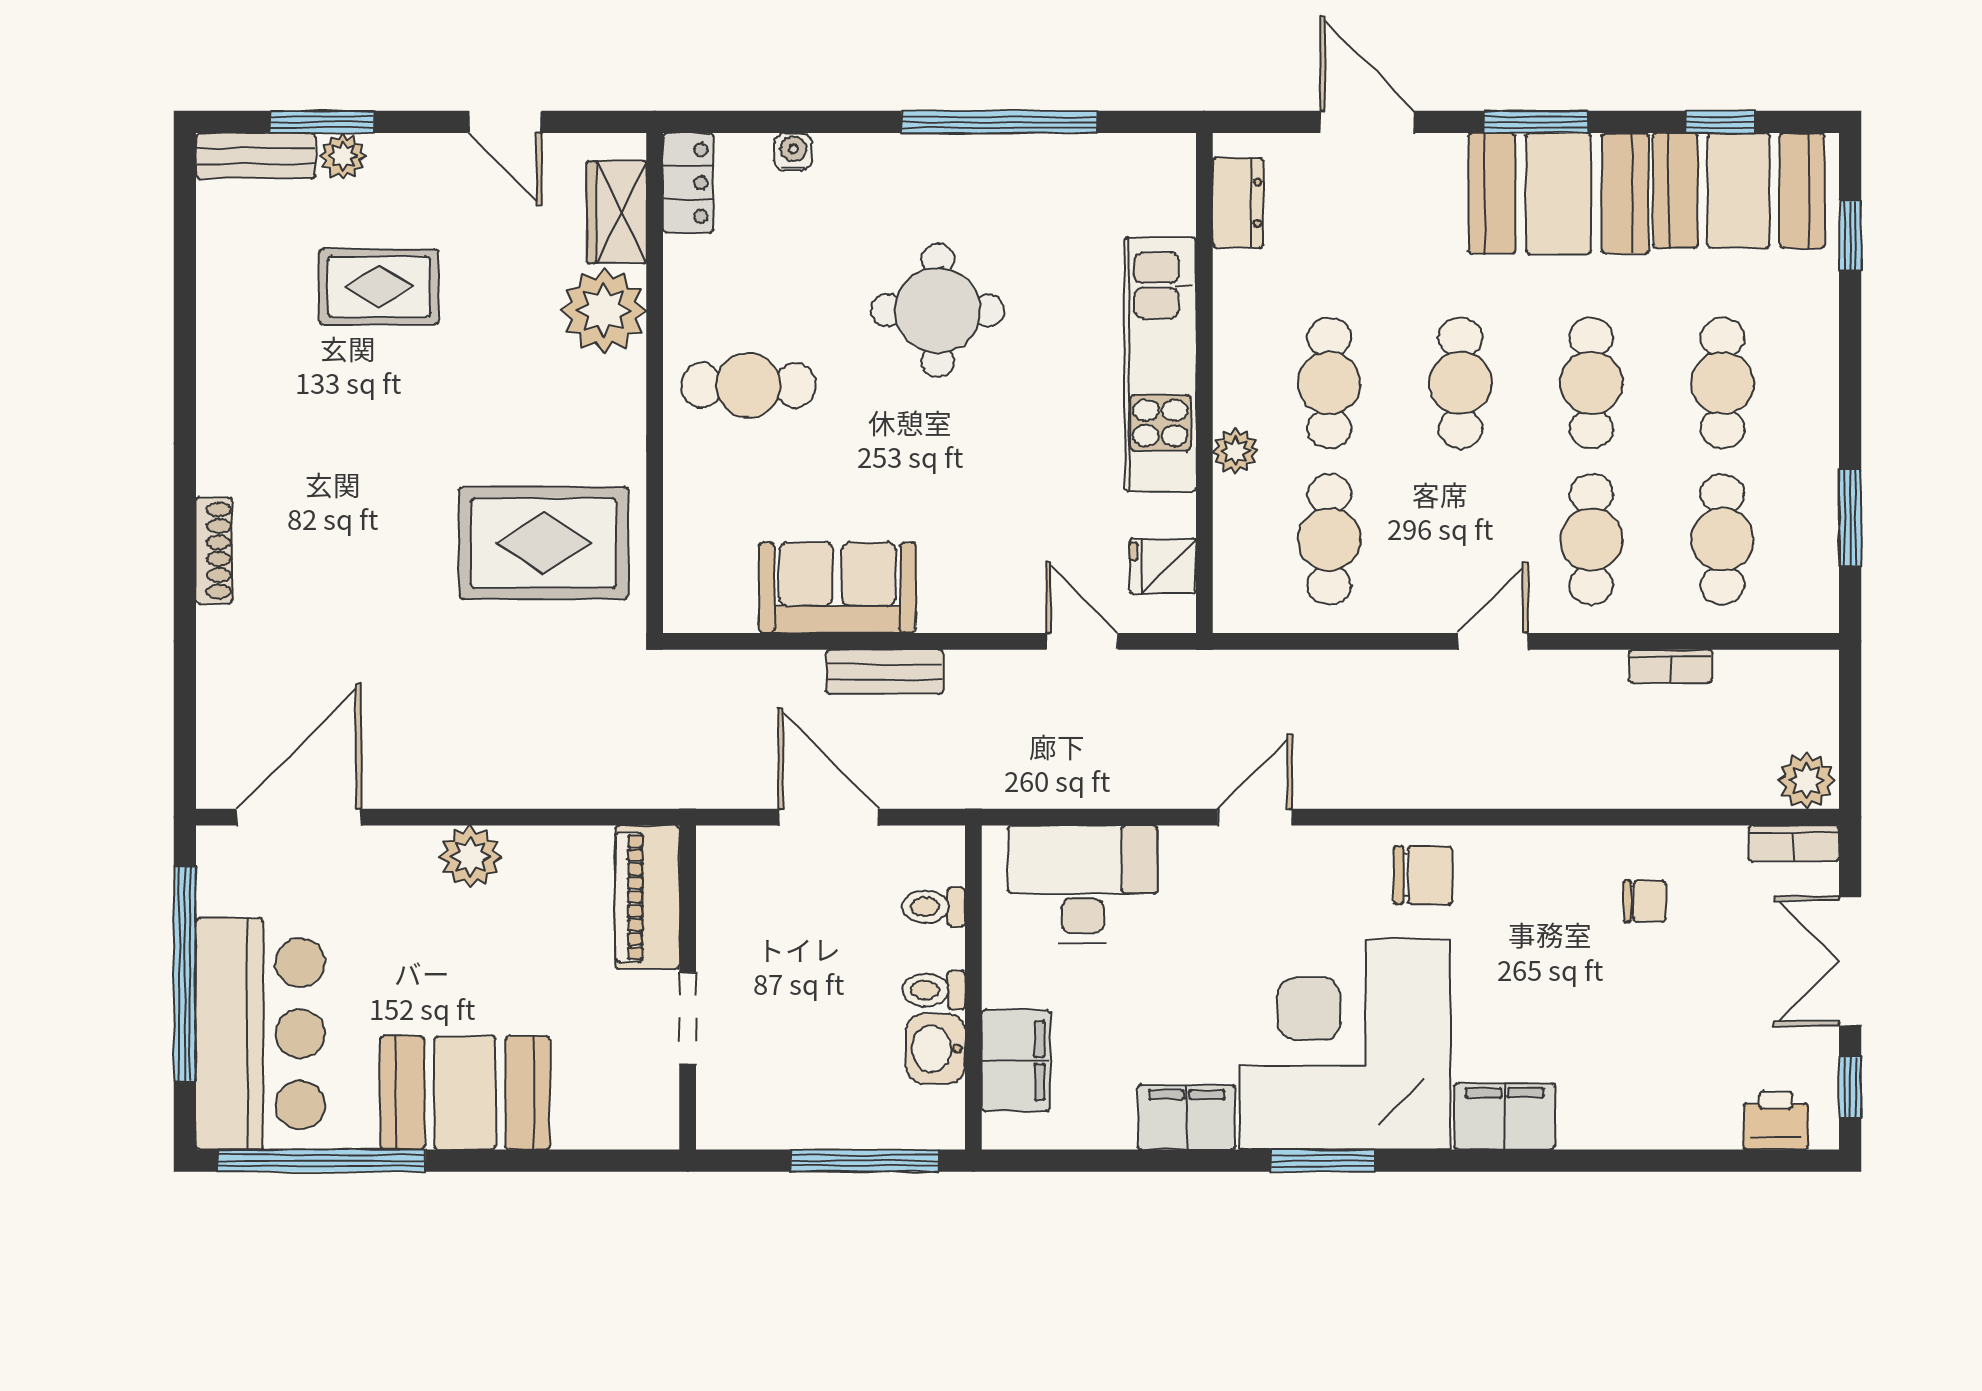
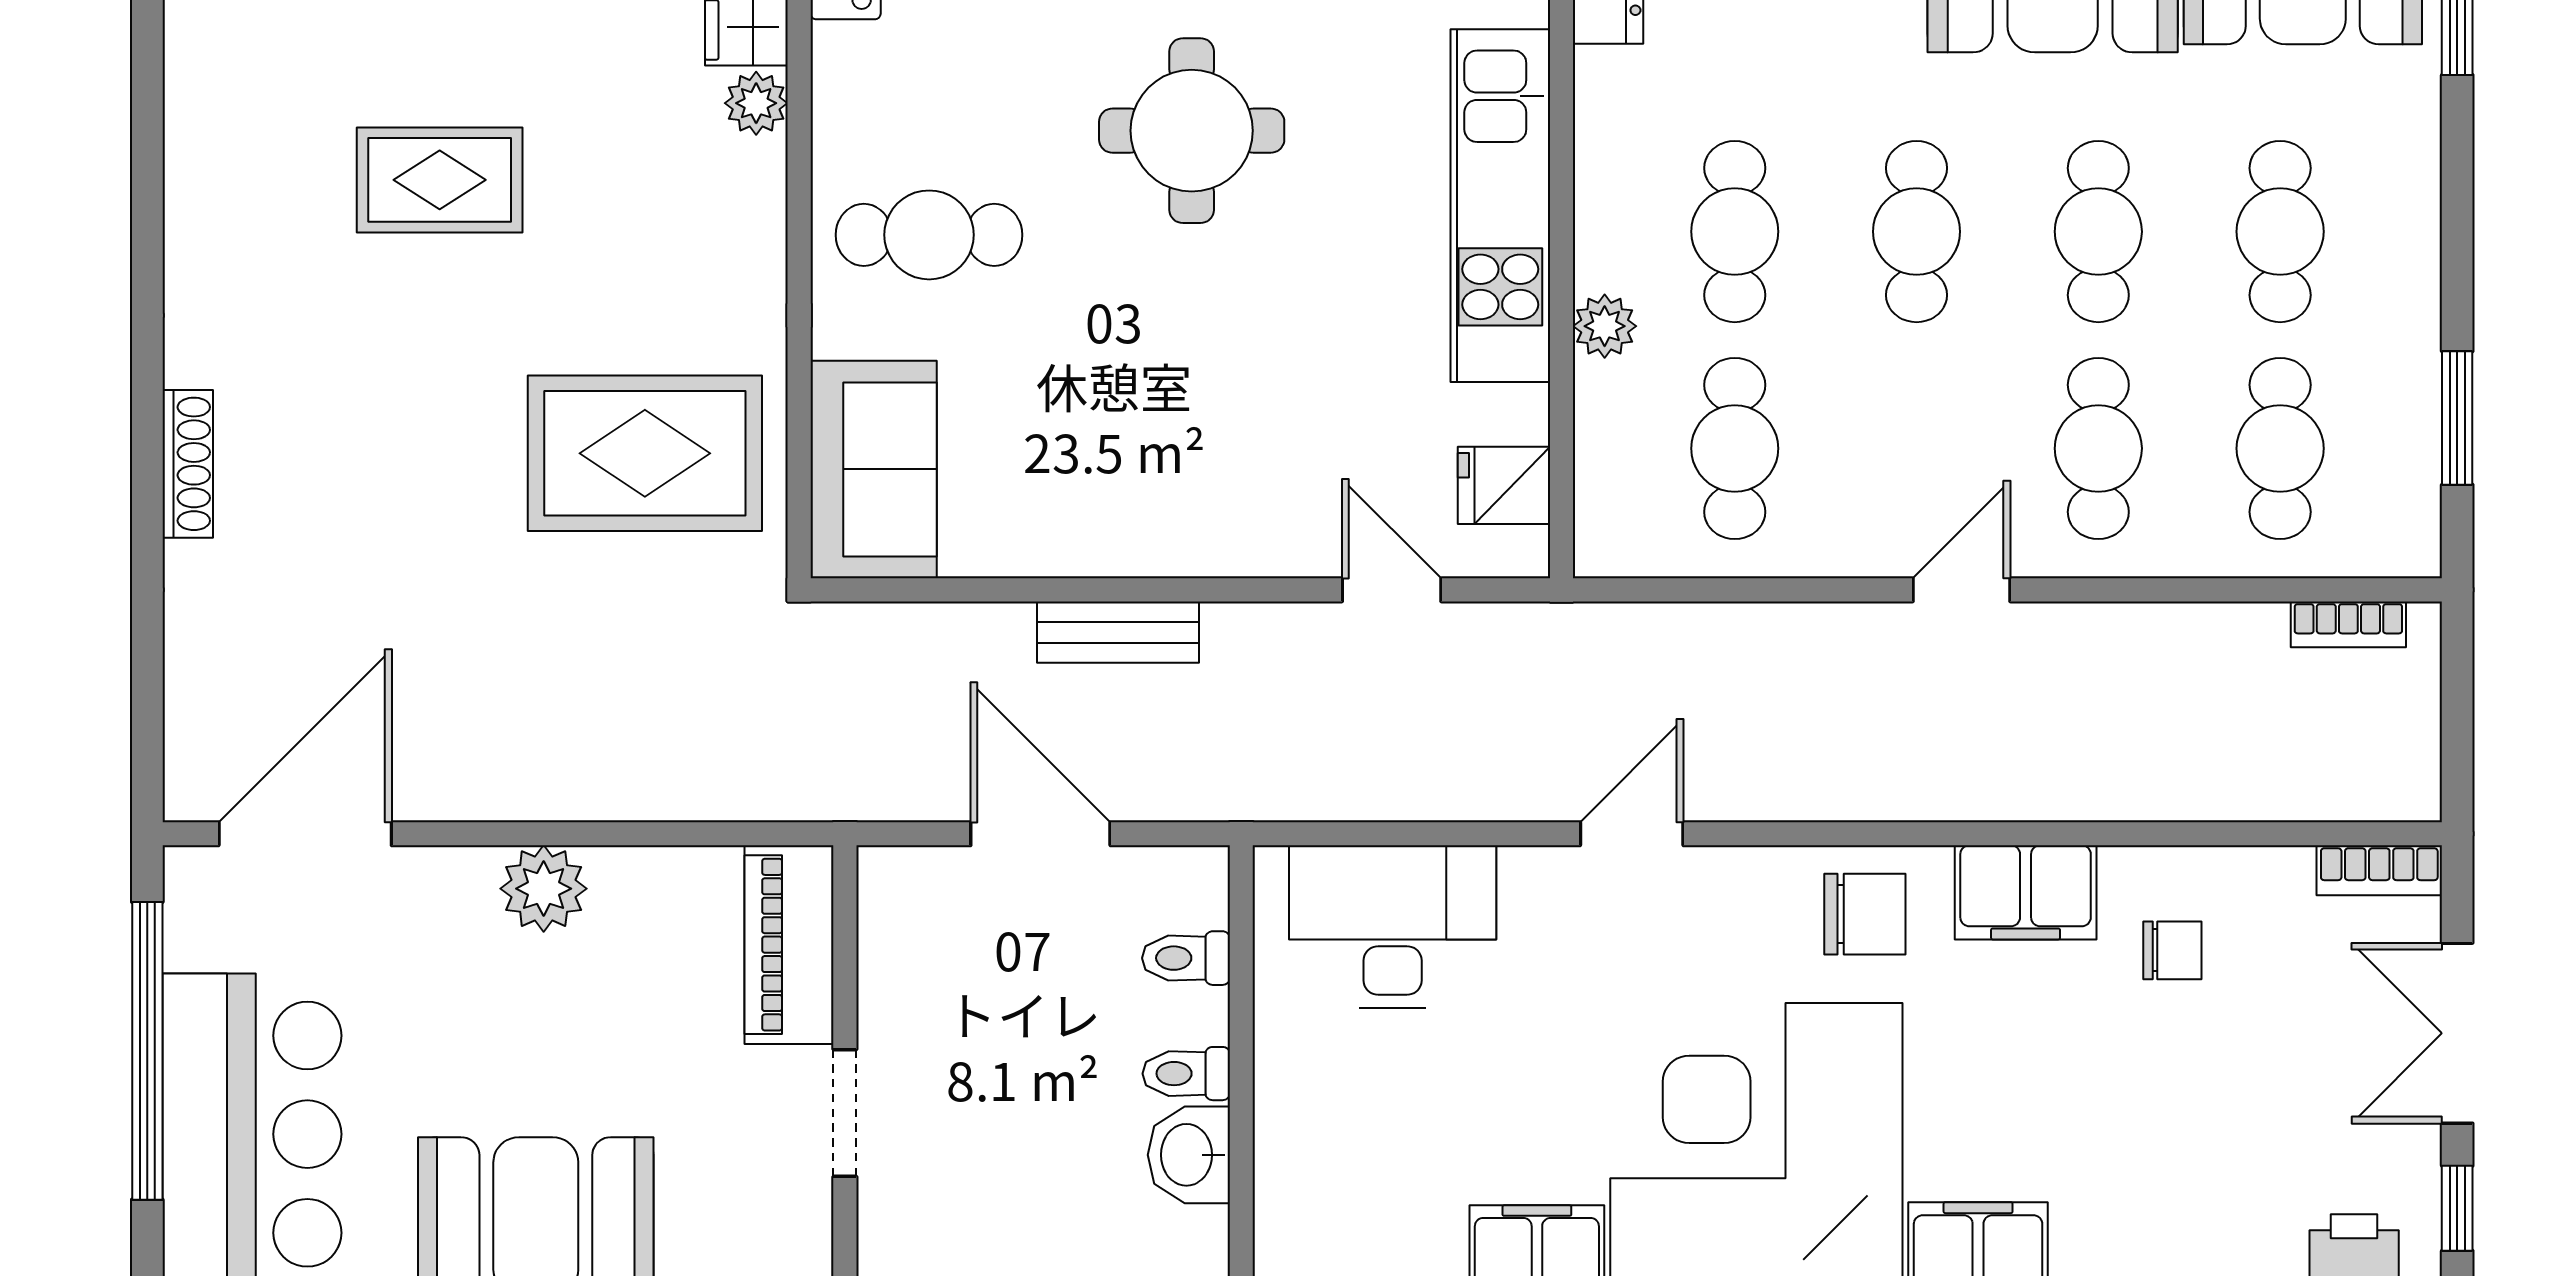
rug: (379, 287) -> (440, 180), moved
plant: (604, 310) -> (756, 103), width x0.53, depth x0.53
sofa: (837, 588) -> (874, 469), moved, turned 90
bookcase: (1671, 666) -> (2348, 624), moved
plant: (1806, 781) -> (2396, 783), removed
filing cabinet: (1016, 1061) -> (2026, 892), moved, turned 90

